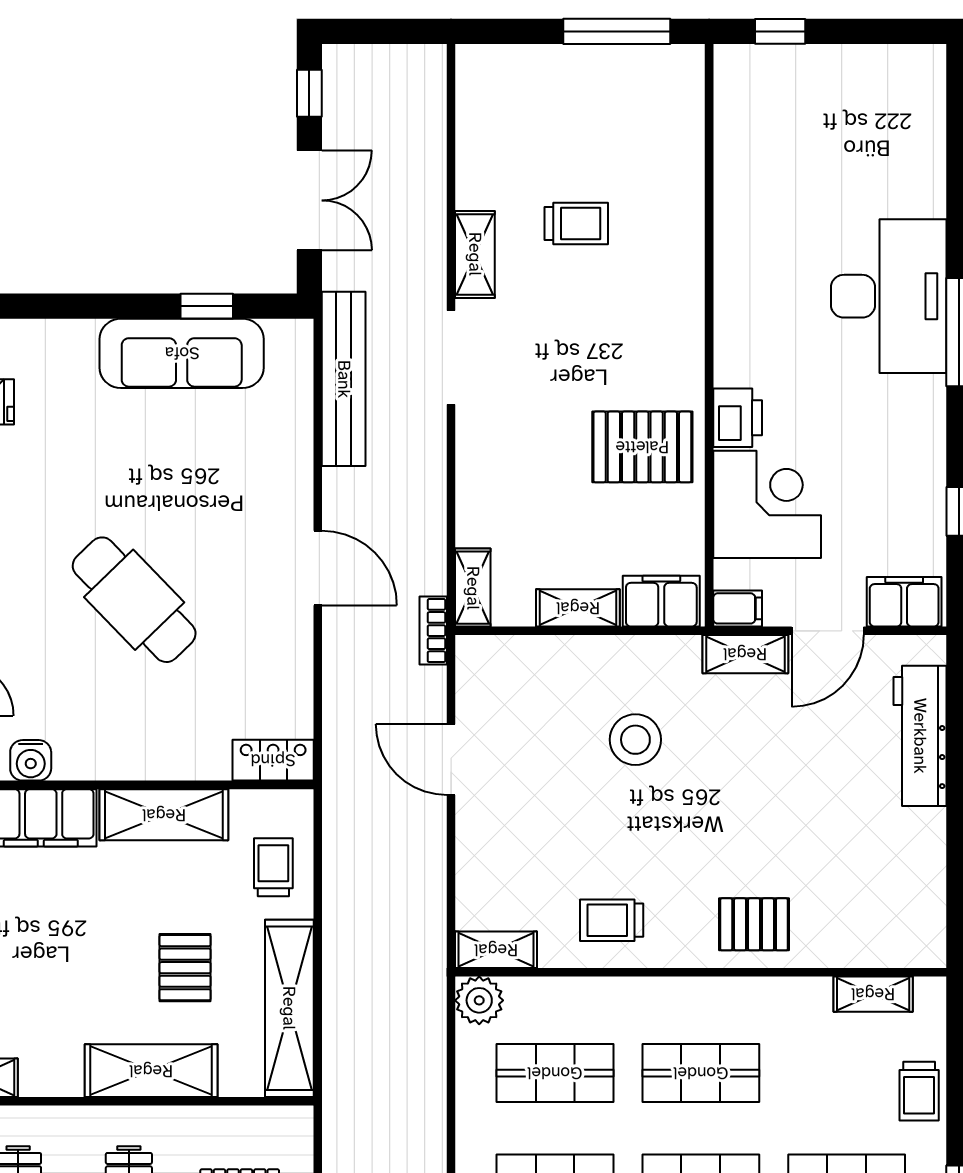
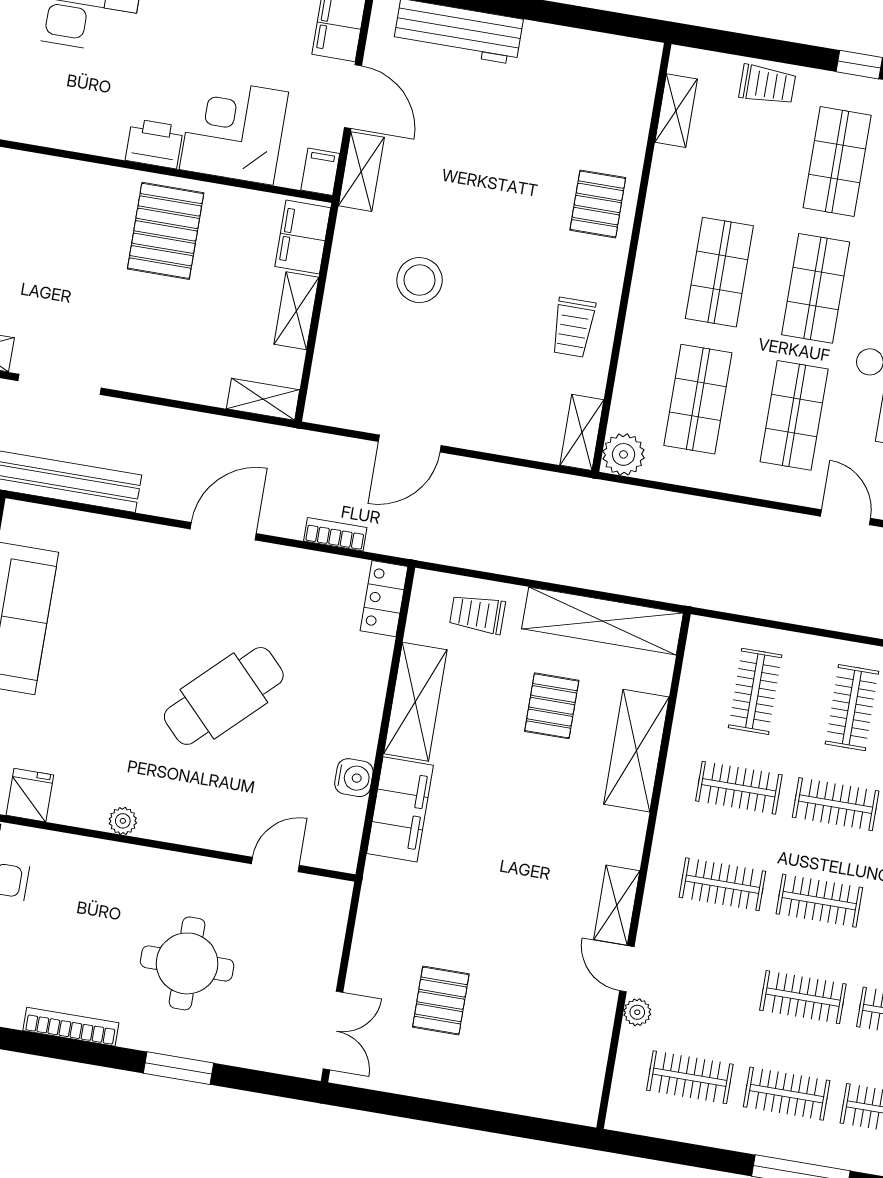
bookcase: (433, 631) -> (335, 534), moved, turned 180
water cooler: (31, 760) -> (354, 778), moved
pallet: (185, 968) -> (552, 706), turned 90

